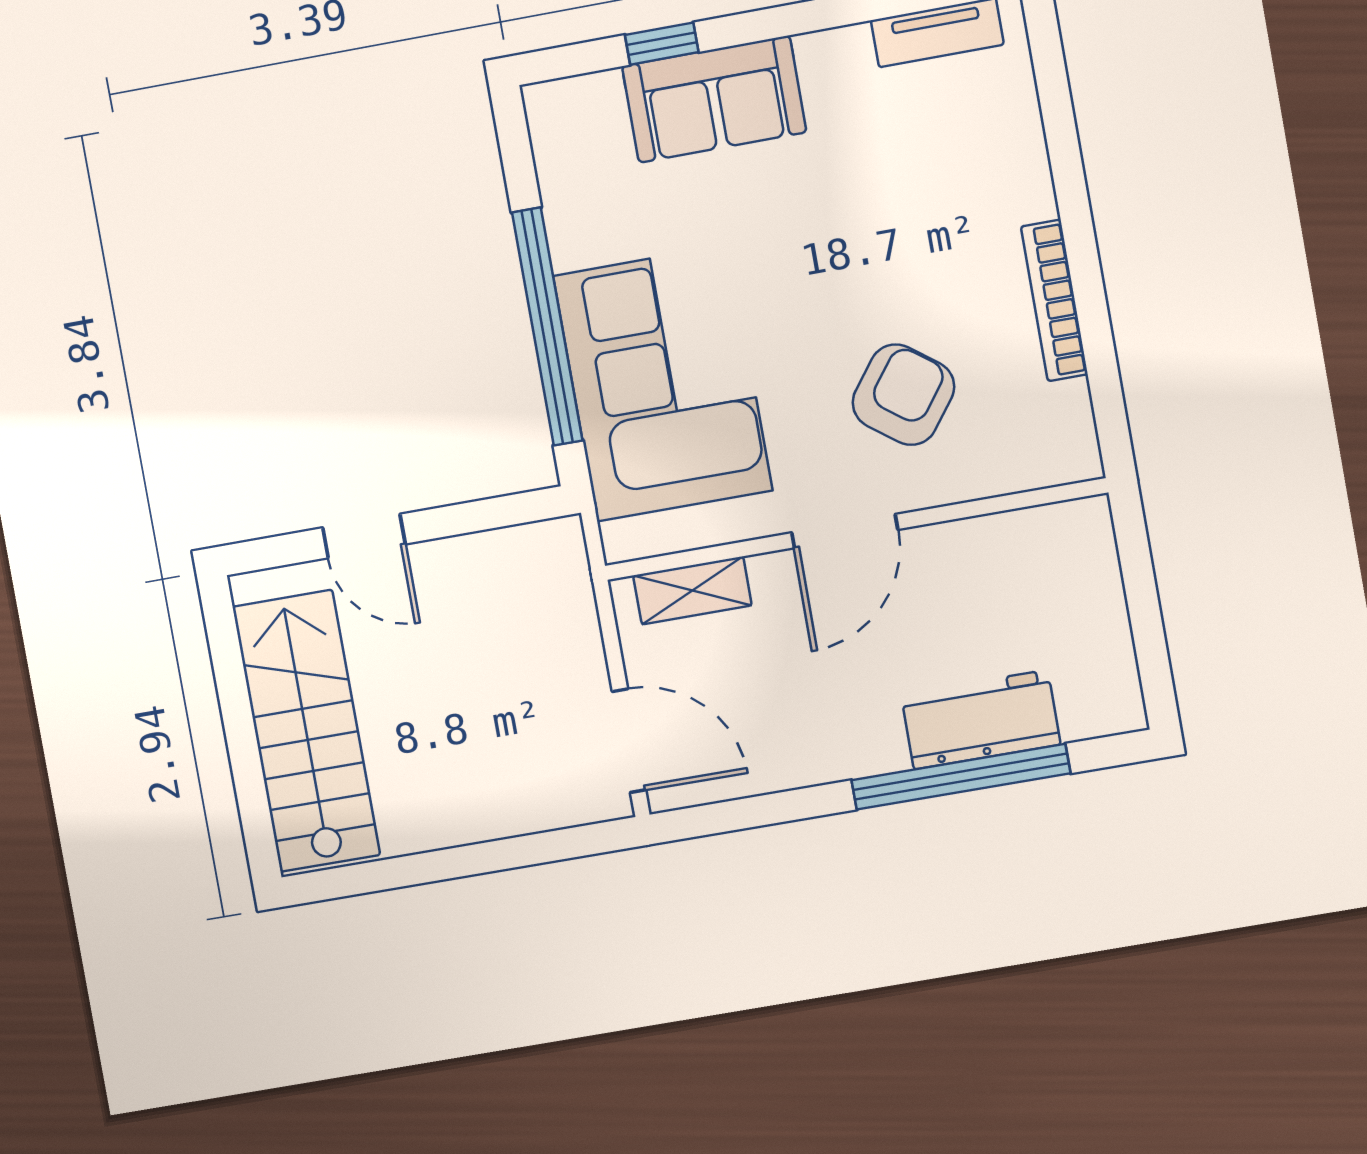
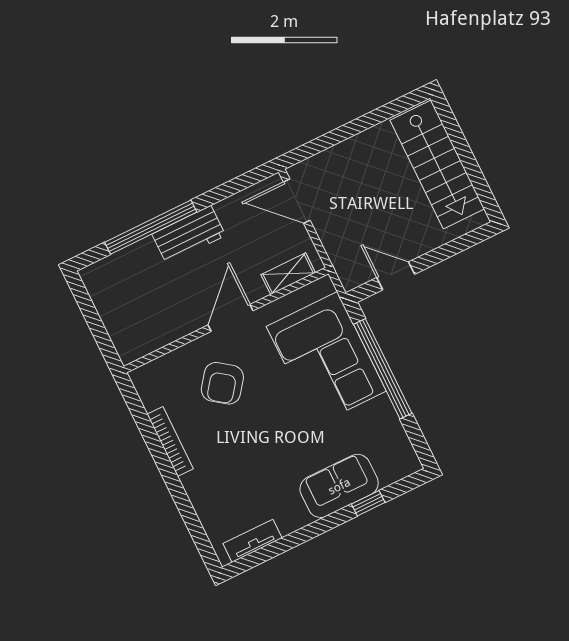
door: (364, 536) -> (396, 276), moved
workbench: (981, 720) -> (189, 235), moved

